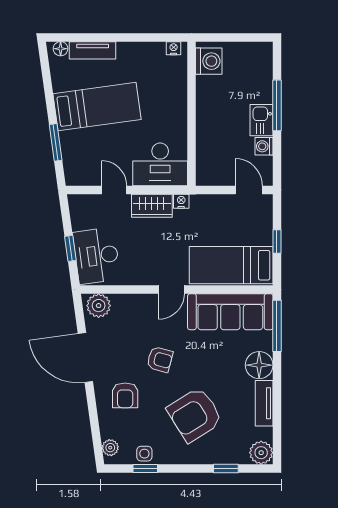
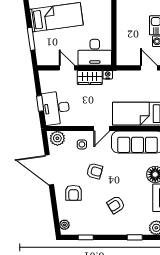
armchair: (195, 415) -> (116, 205), width x0.53, depth x0.53
side table: (144, 454) -> (82, 144), moved

